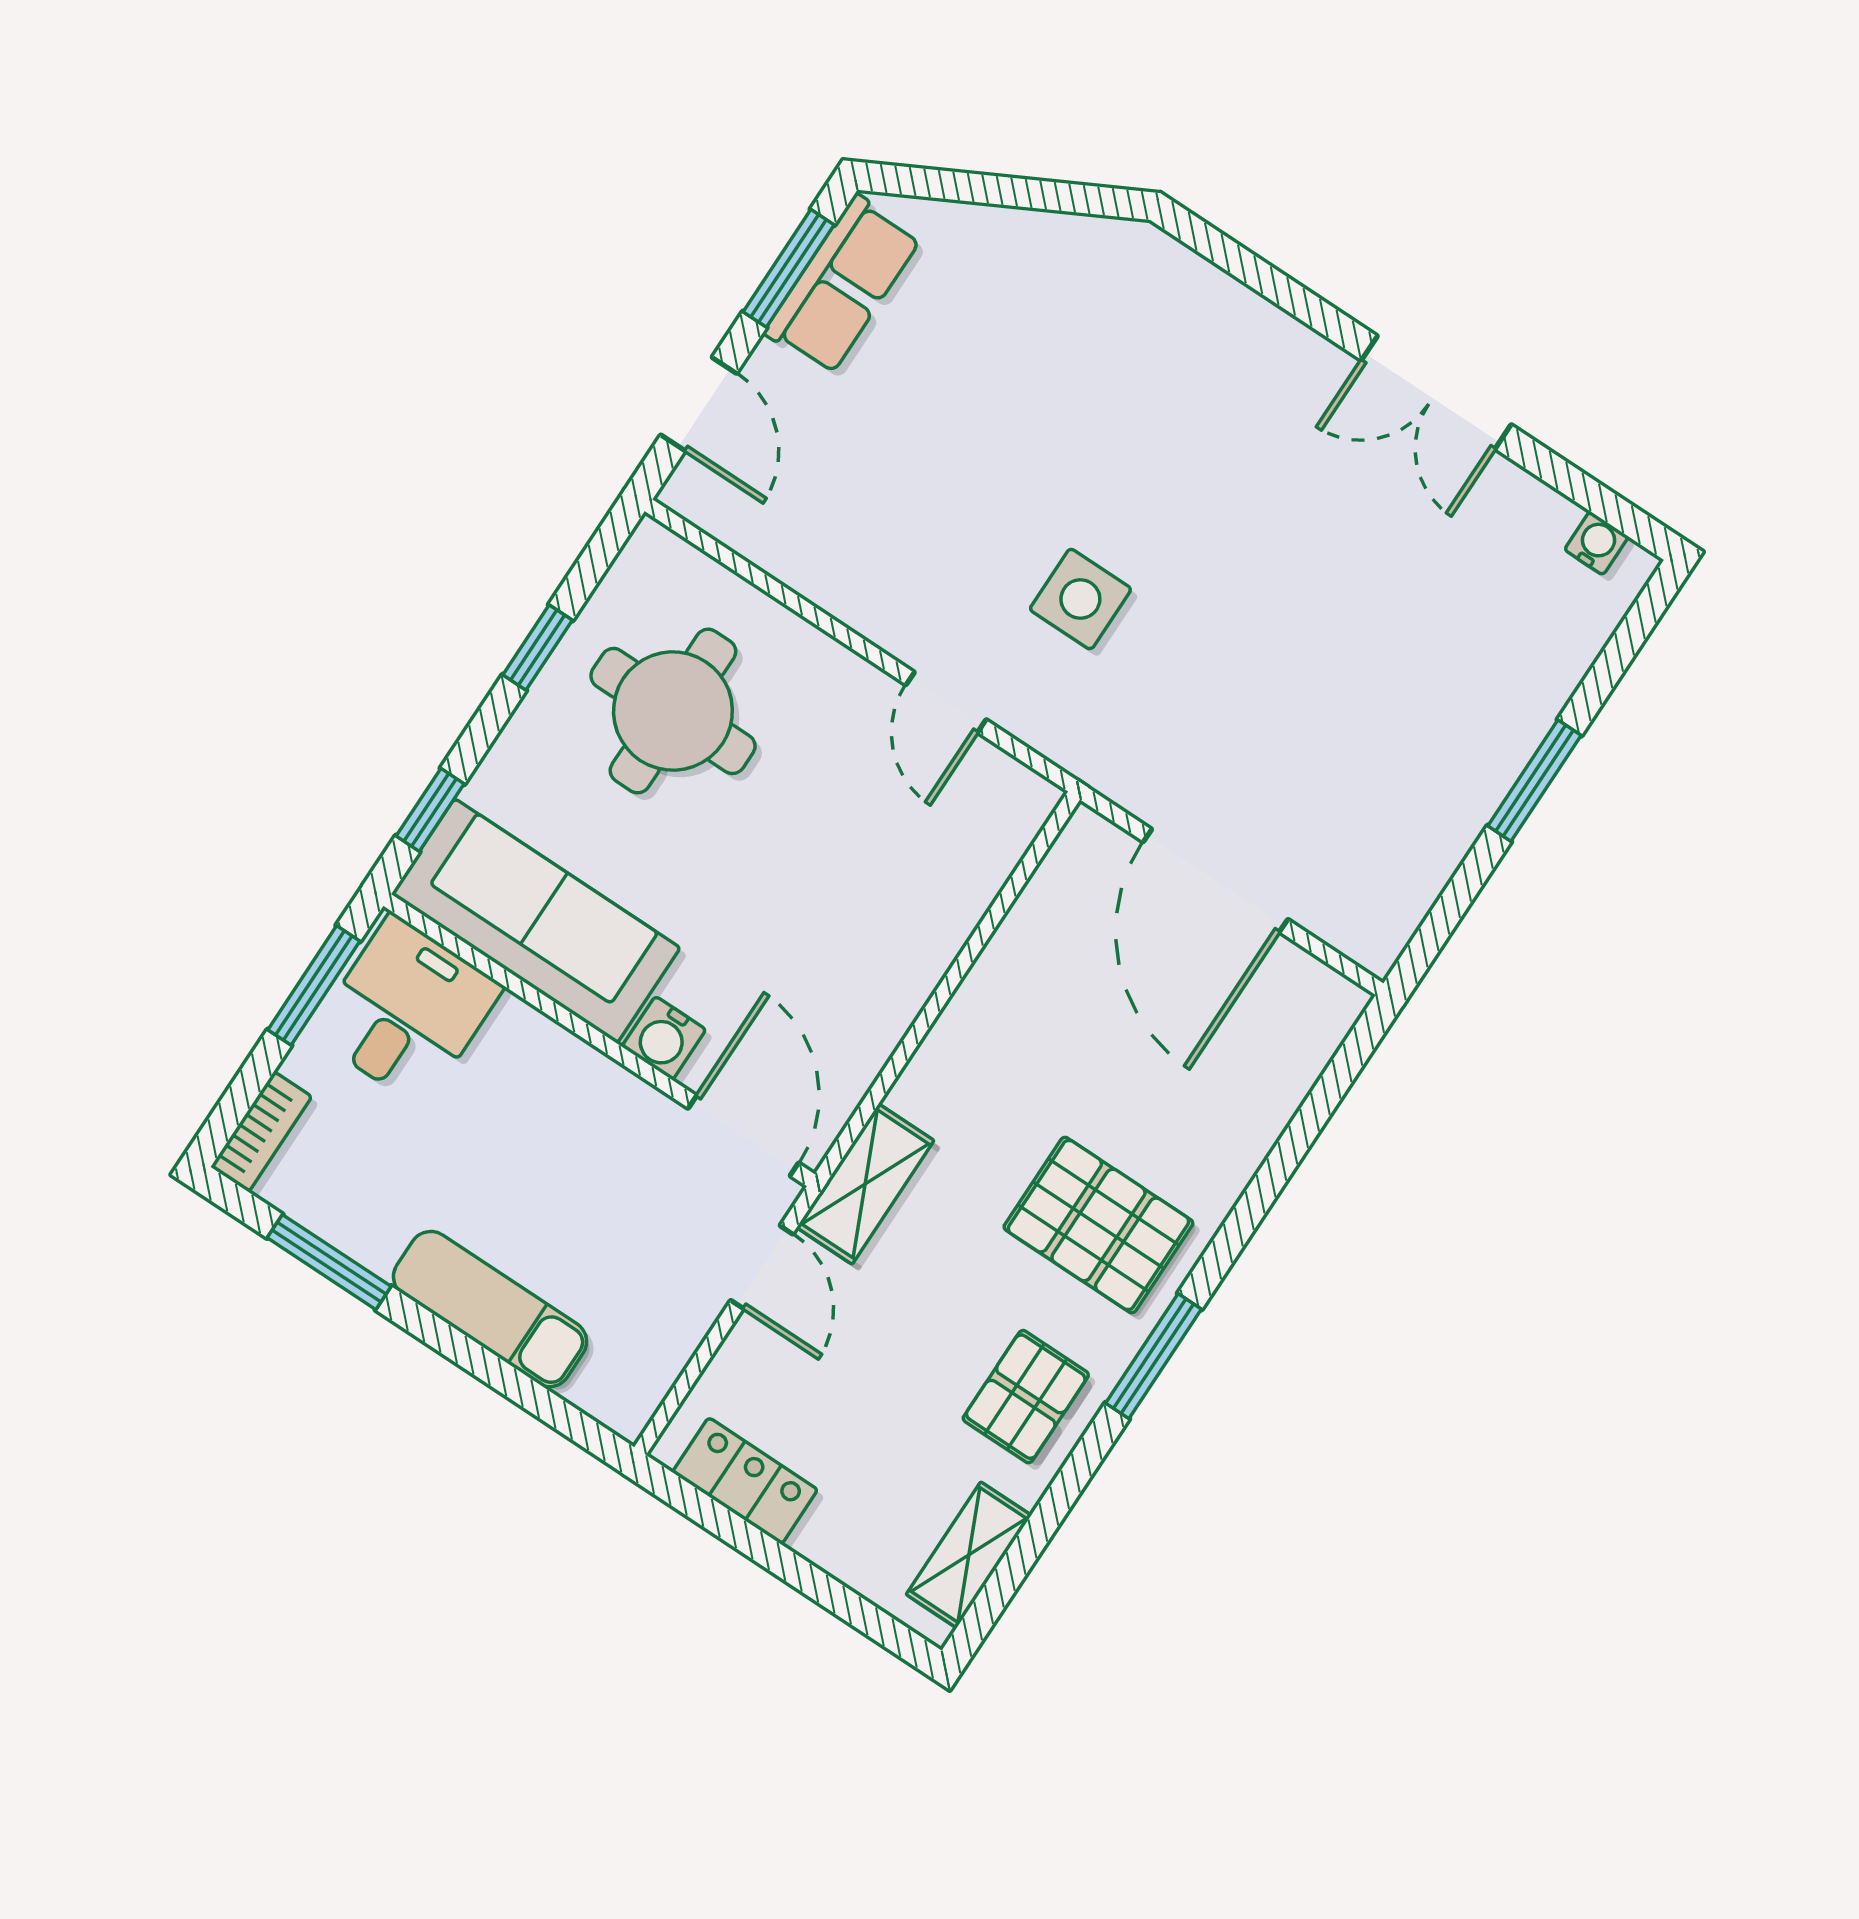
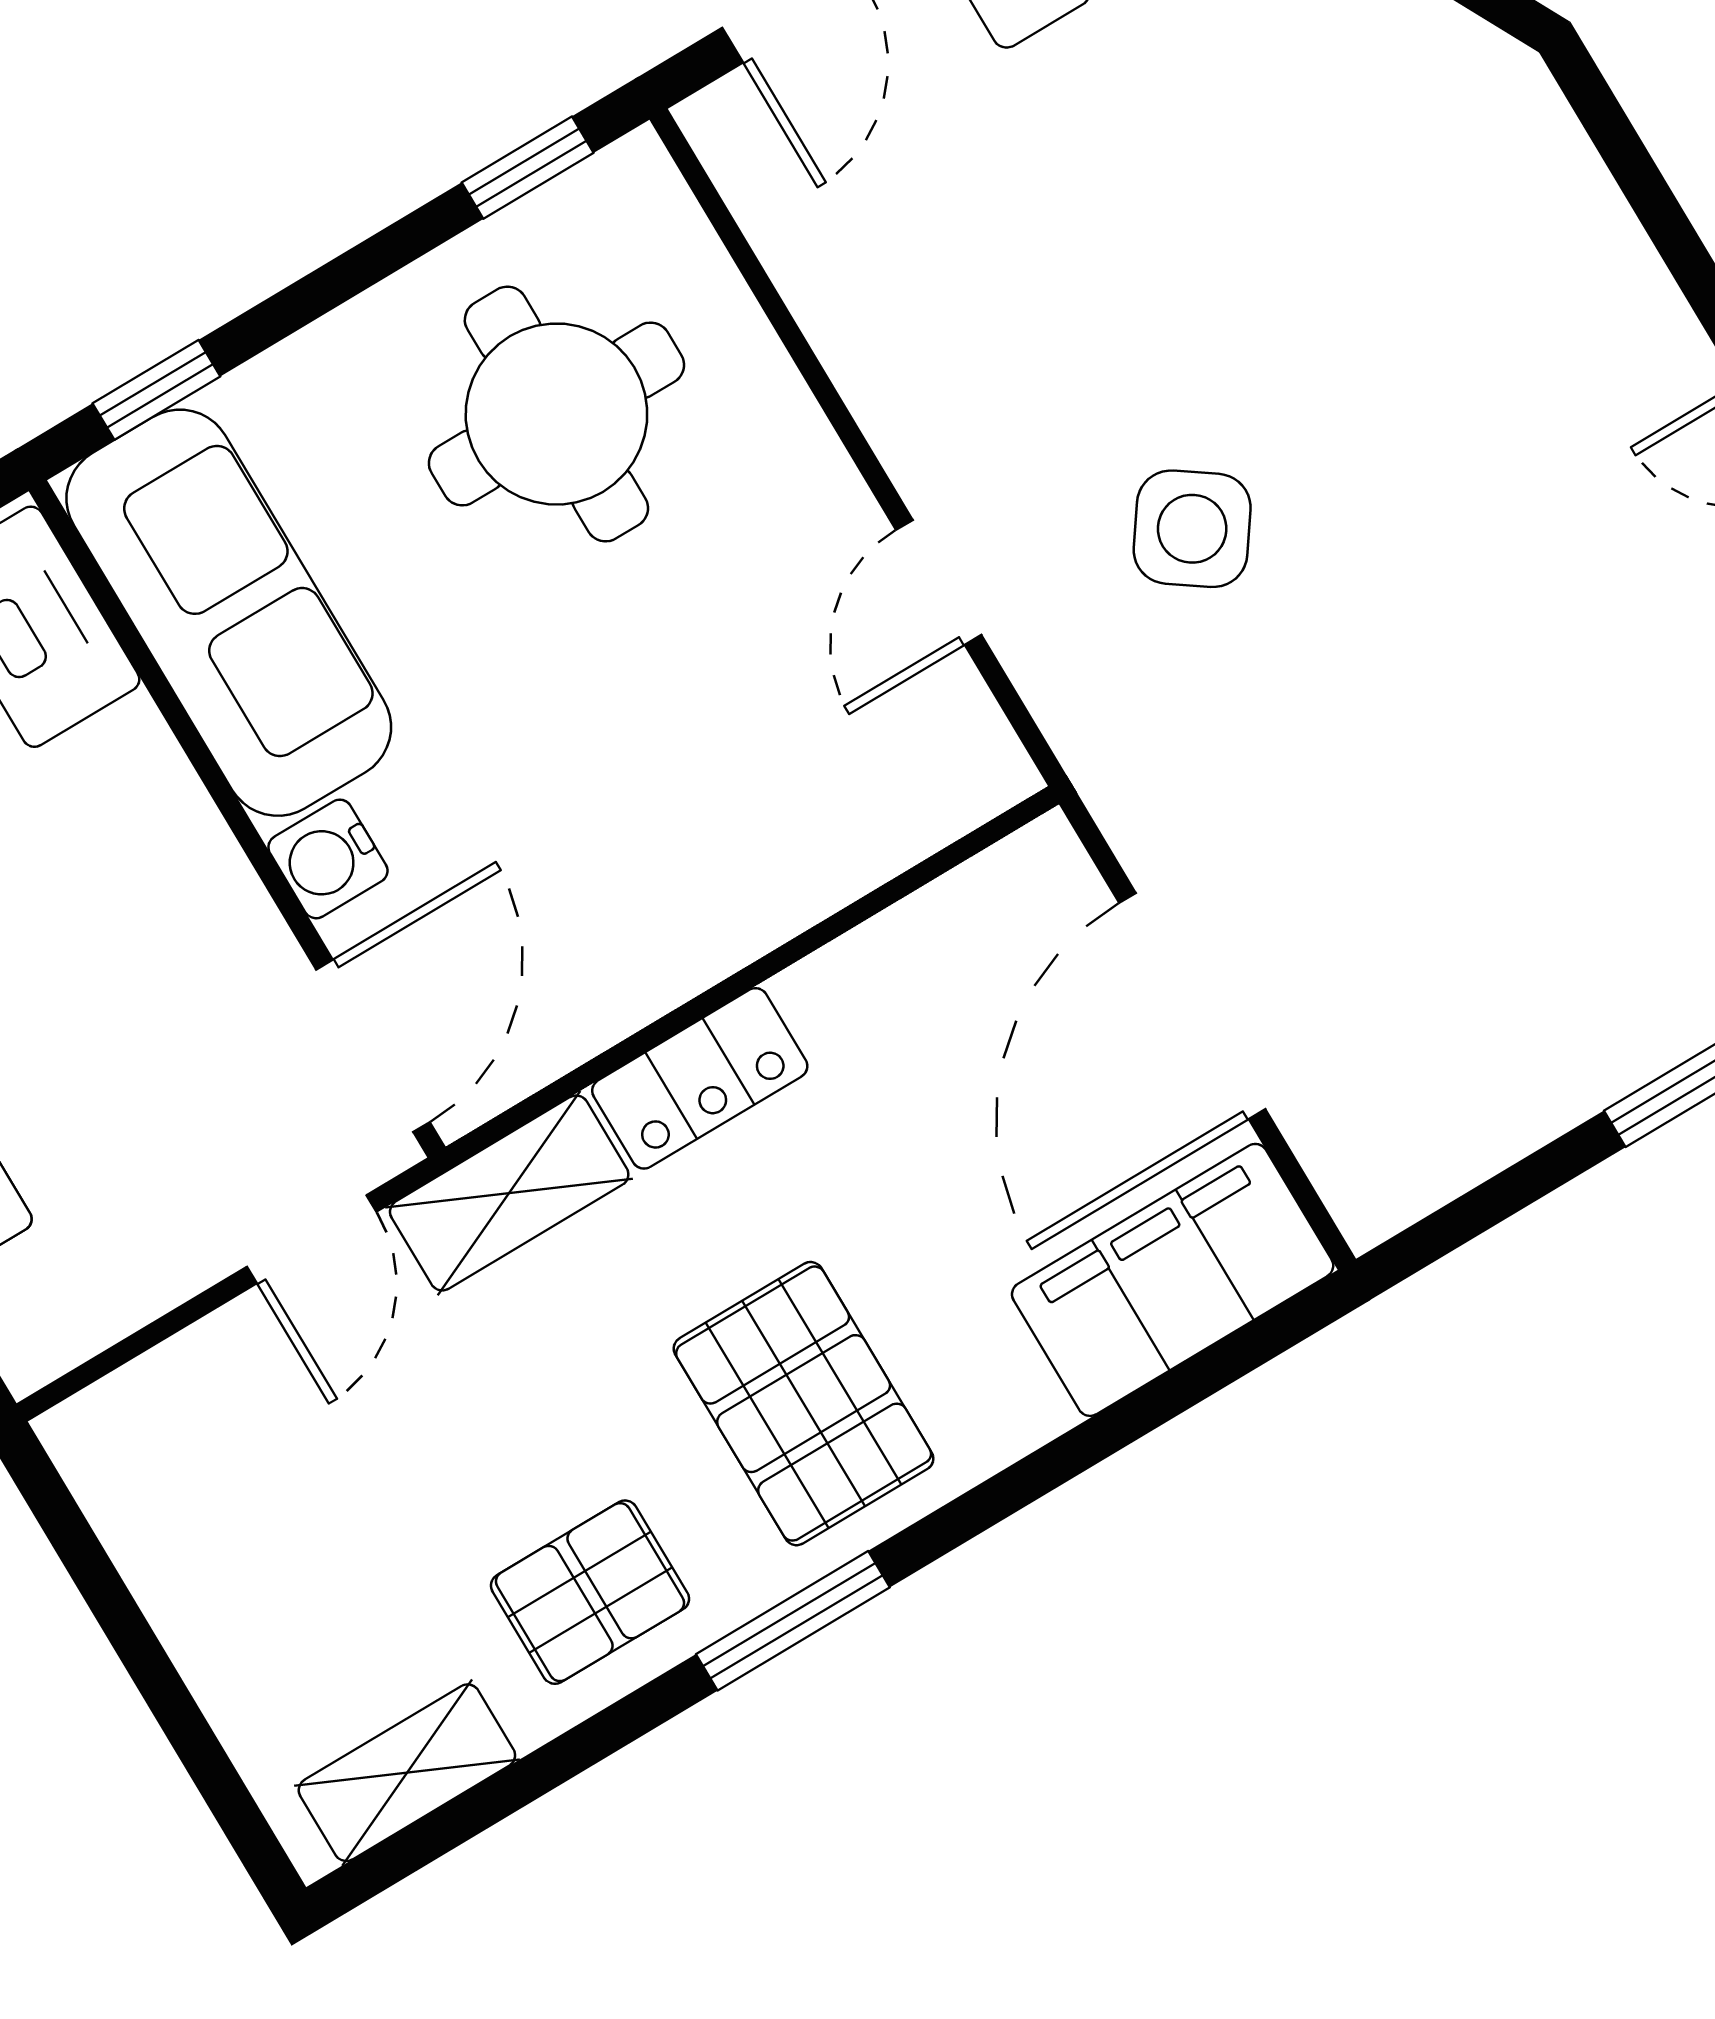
side table: (1080, 599) -> (1192, 529), turned 35
window: (538, 648) -> (528, 168), moved
filing cabinet: (1281, 1048) -> (1173, 1280), added
locker: (745, 1481) -> (700, 1078), moved, turned 90

